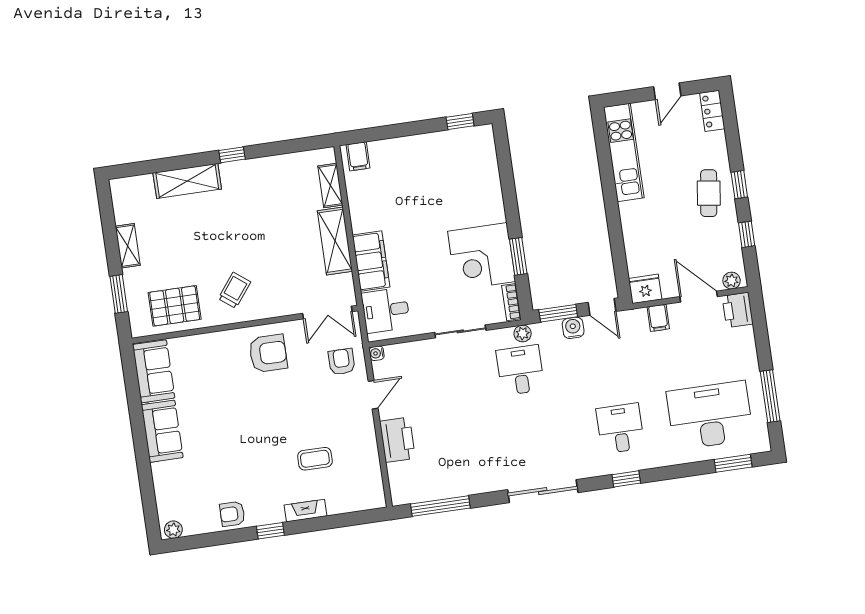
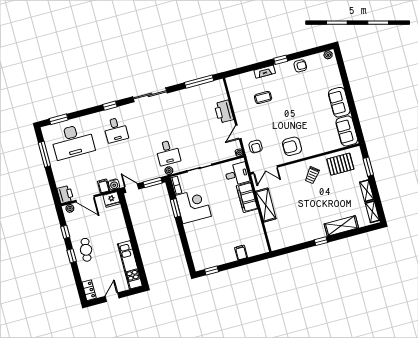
filing cabinet: (358, 156) -> (241, 253), moved
shelving: (330, 186) -> (372, 212), moved
double door: (327, 313) -> (265, 170), swing flipped
water cooler: (573, 328) -> (114, 184), moved

